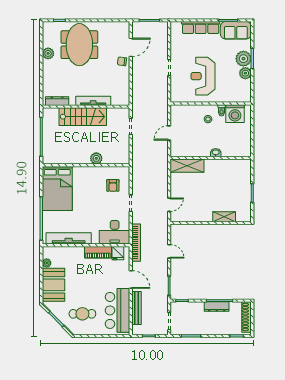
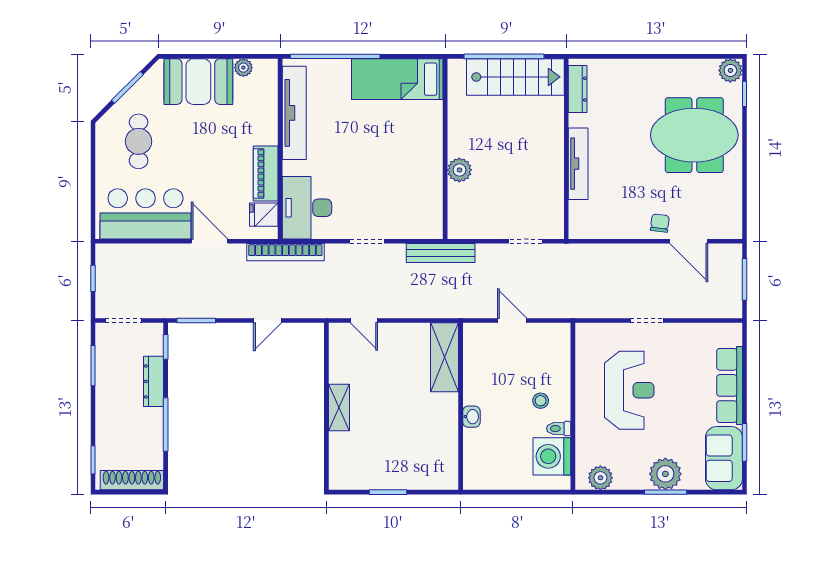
plant: (48, 53) -> (730, 70), moved
plant: (245, 73) -> (600, 478), moved
reception desk: (203, 76) -> (629, 390), turned 90
stairs: (83, 117) -> (515, 77), moved, turned -90
armchair: (113, 185) -> (404, 204), removed
bed: (57, 188) -> (397, 79), width x0.67
shelving: (224, 217) -> (339, 408), moved
door: (131, 279) -> (210, 241), swing flipped
dresser: (217, 307) -> (154, 381), moved
bench: (137, 308) -> (441, 253), moved

